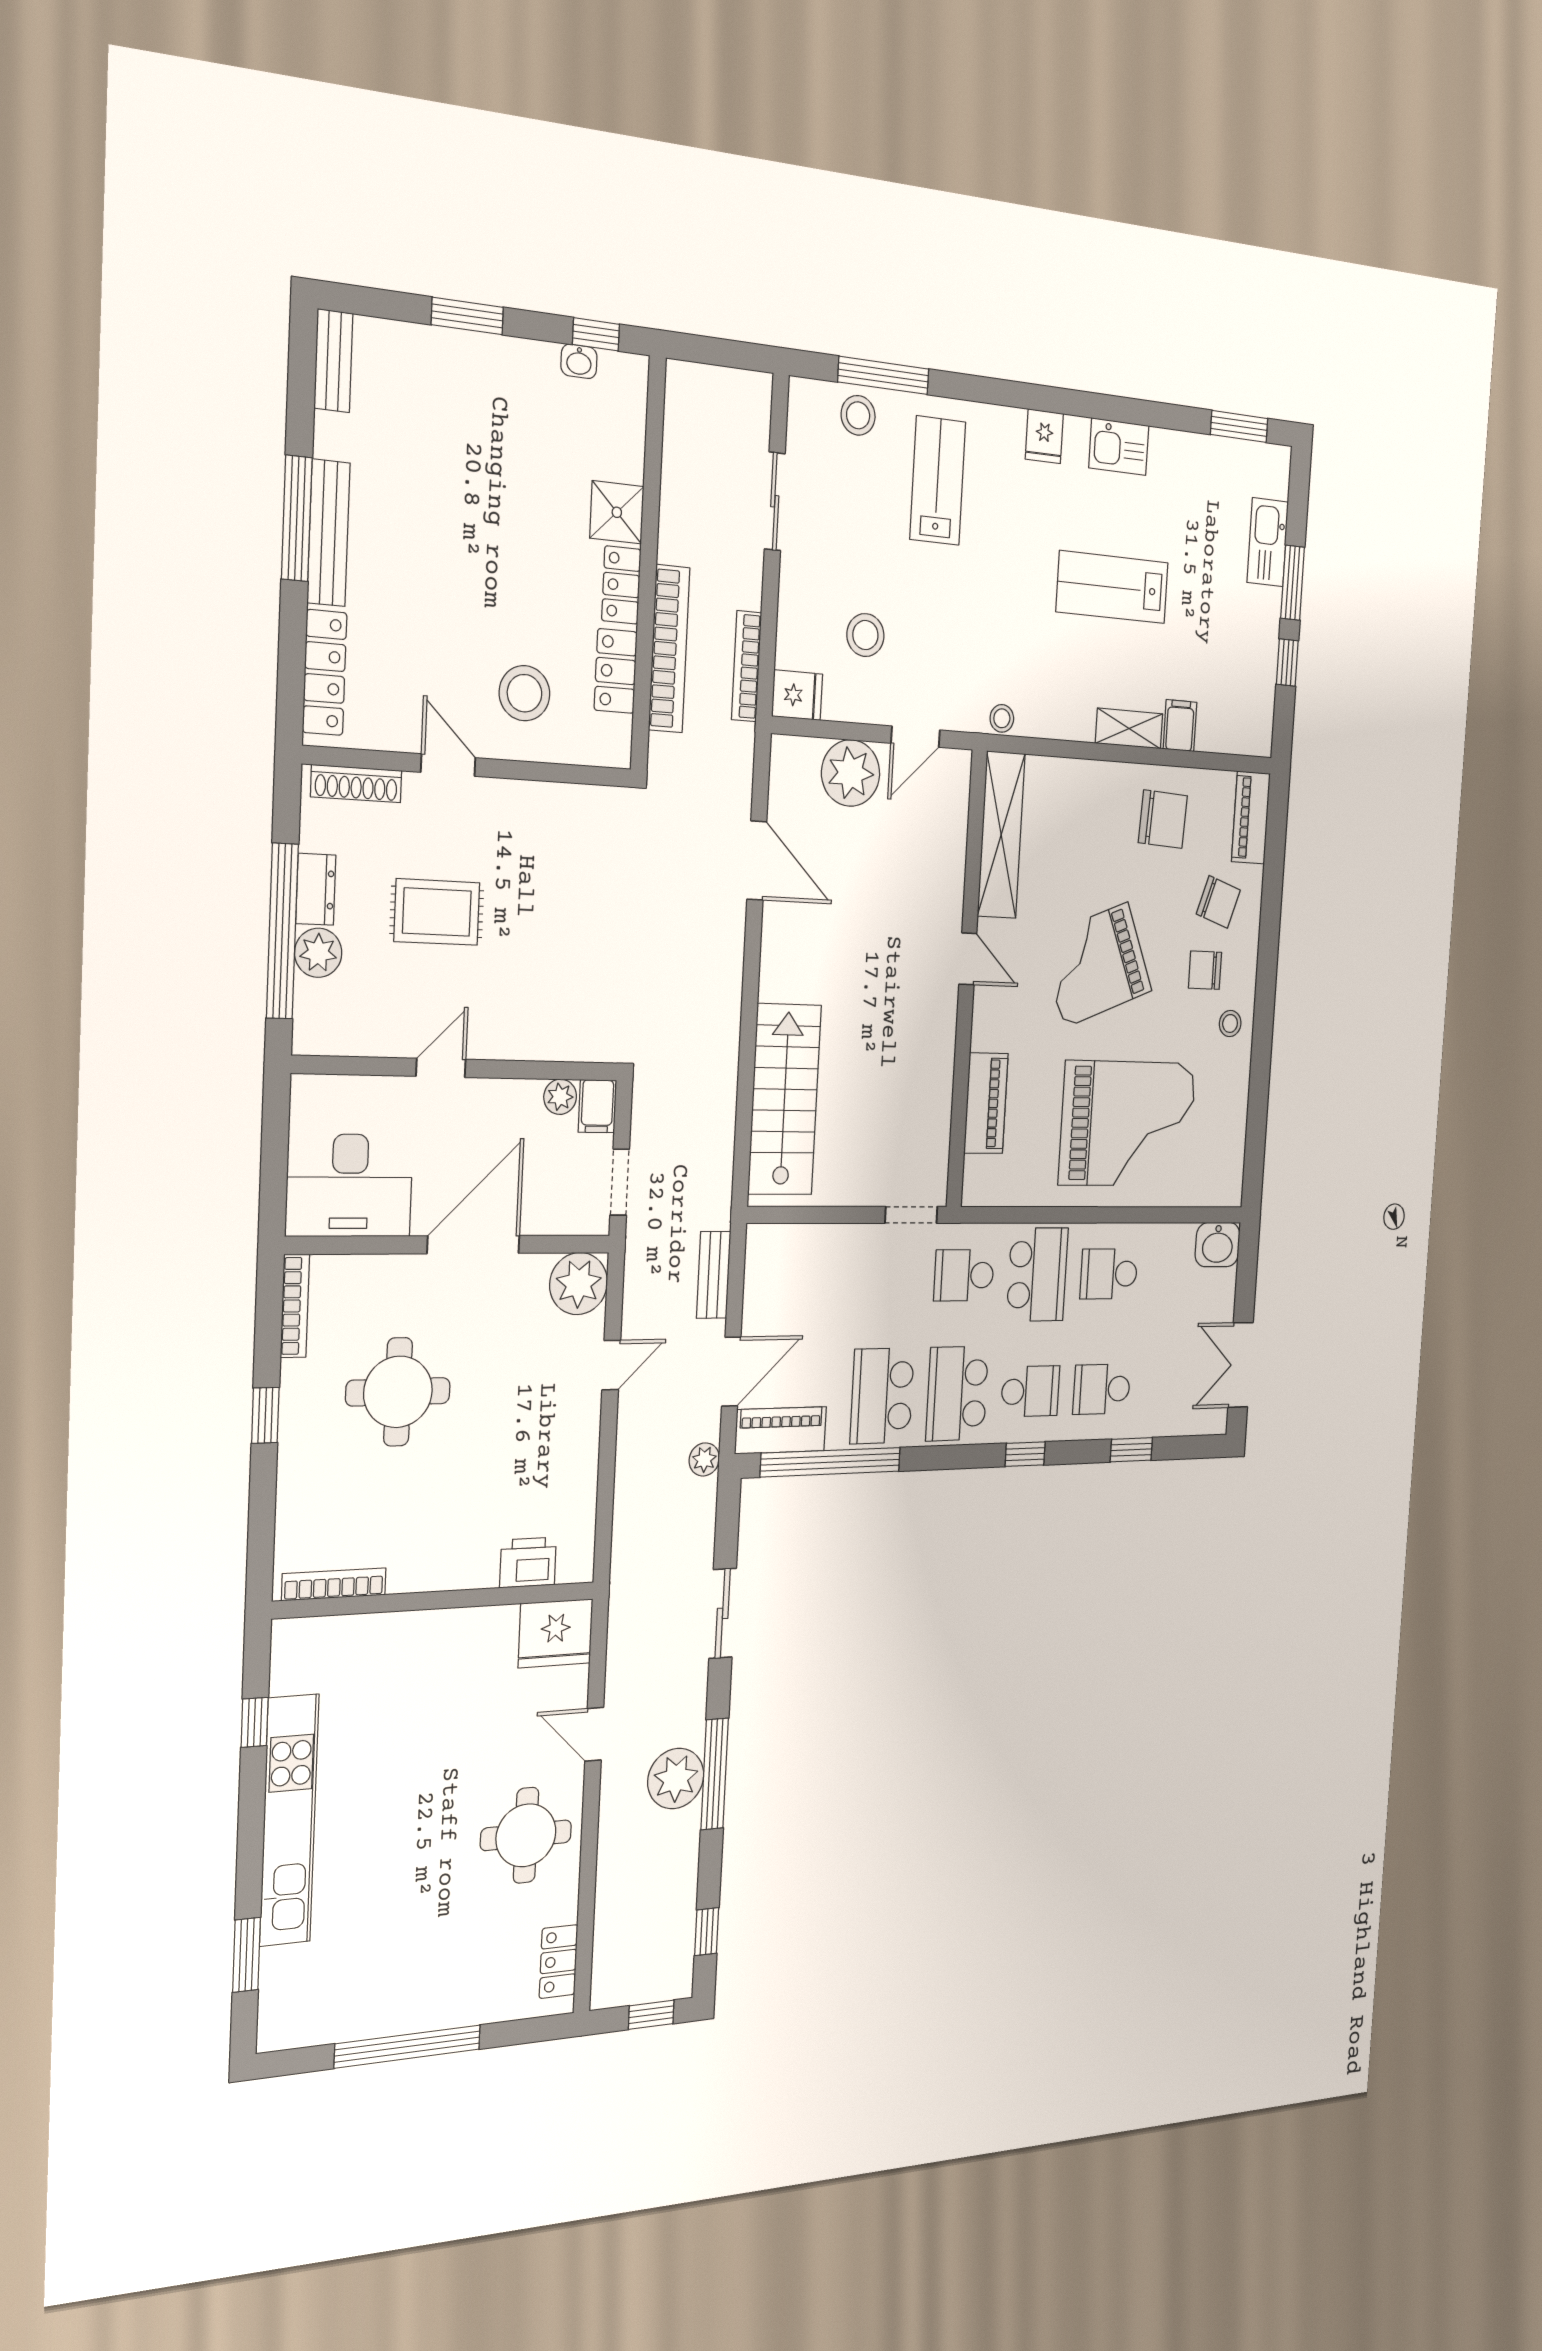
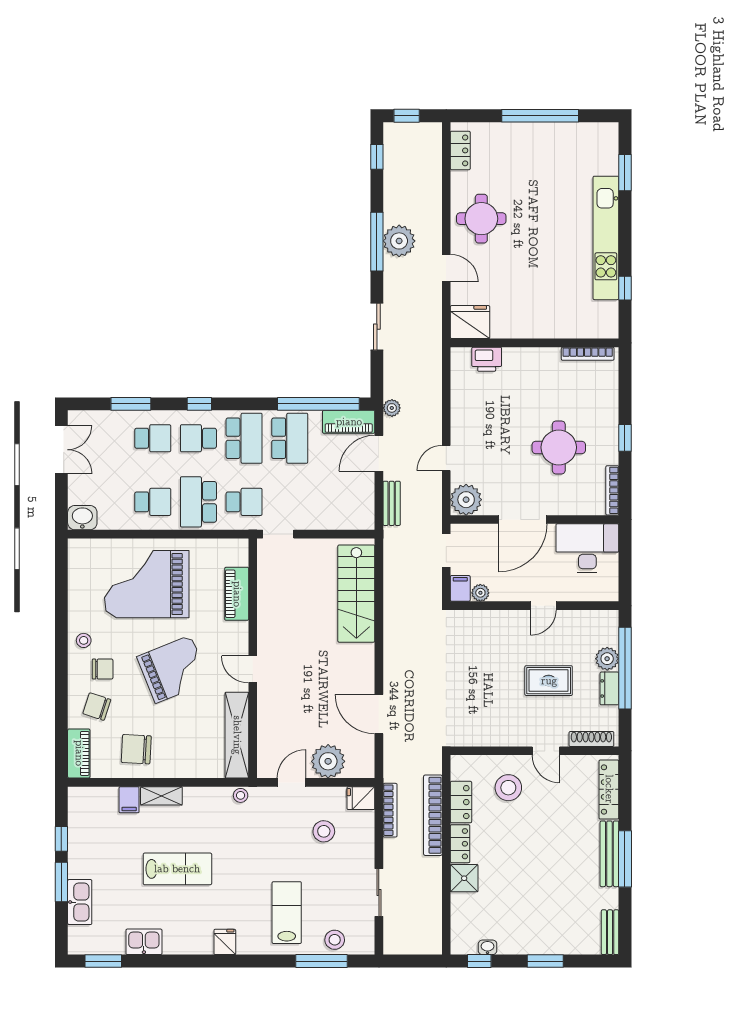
kitchen sink: (1119, 447) -> (144, 942), moved
lab bench: (938, 481) -> (287, 913), turned 180
window: (1131, 1450) -> (131, 404), width x1.50

